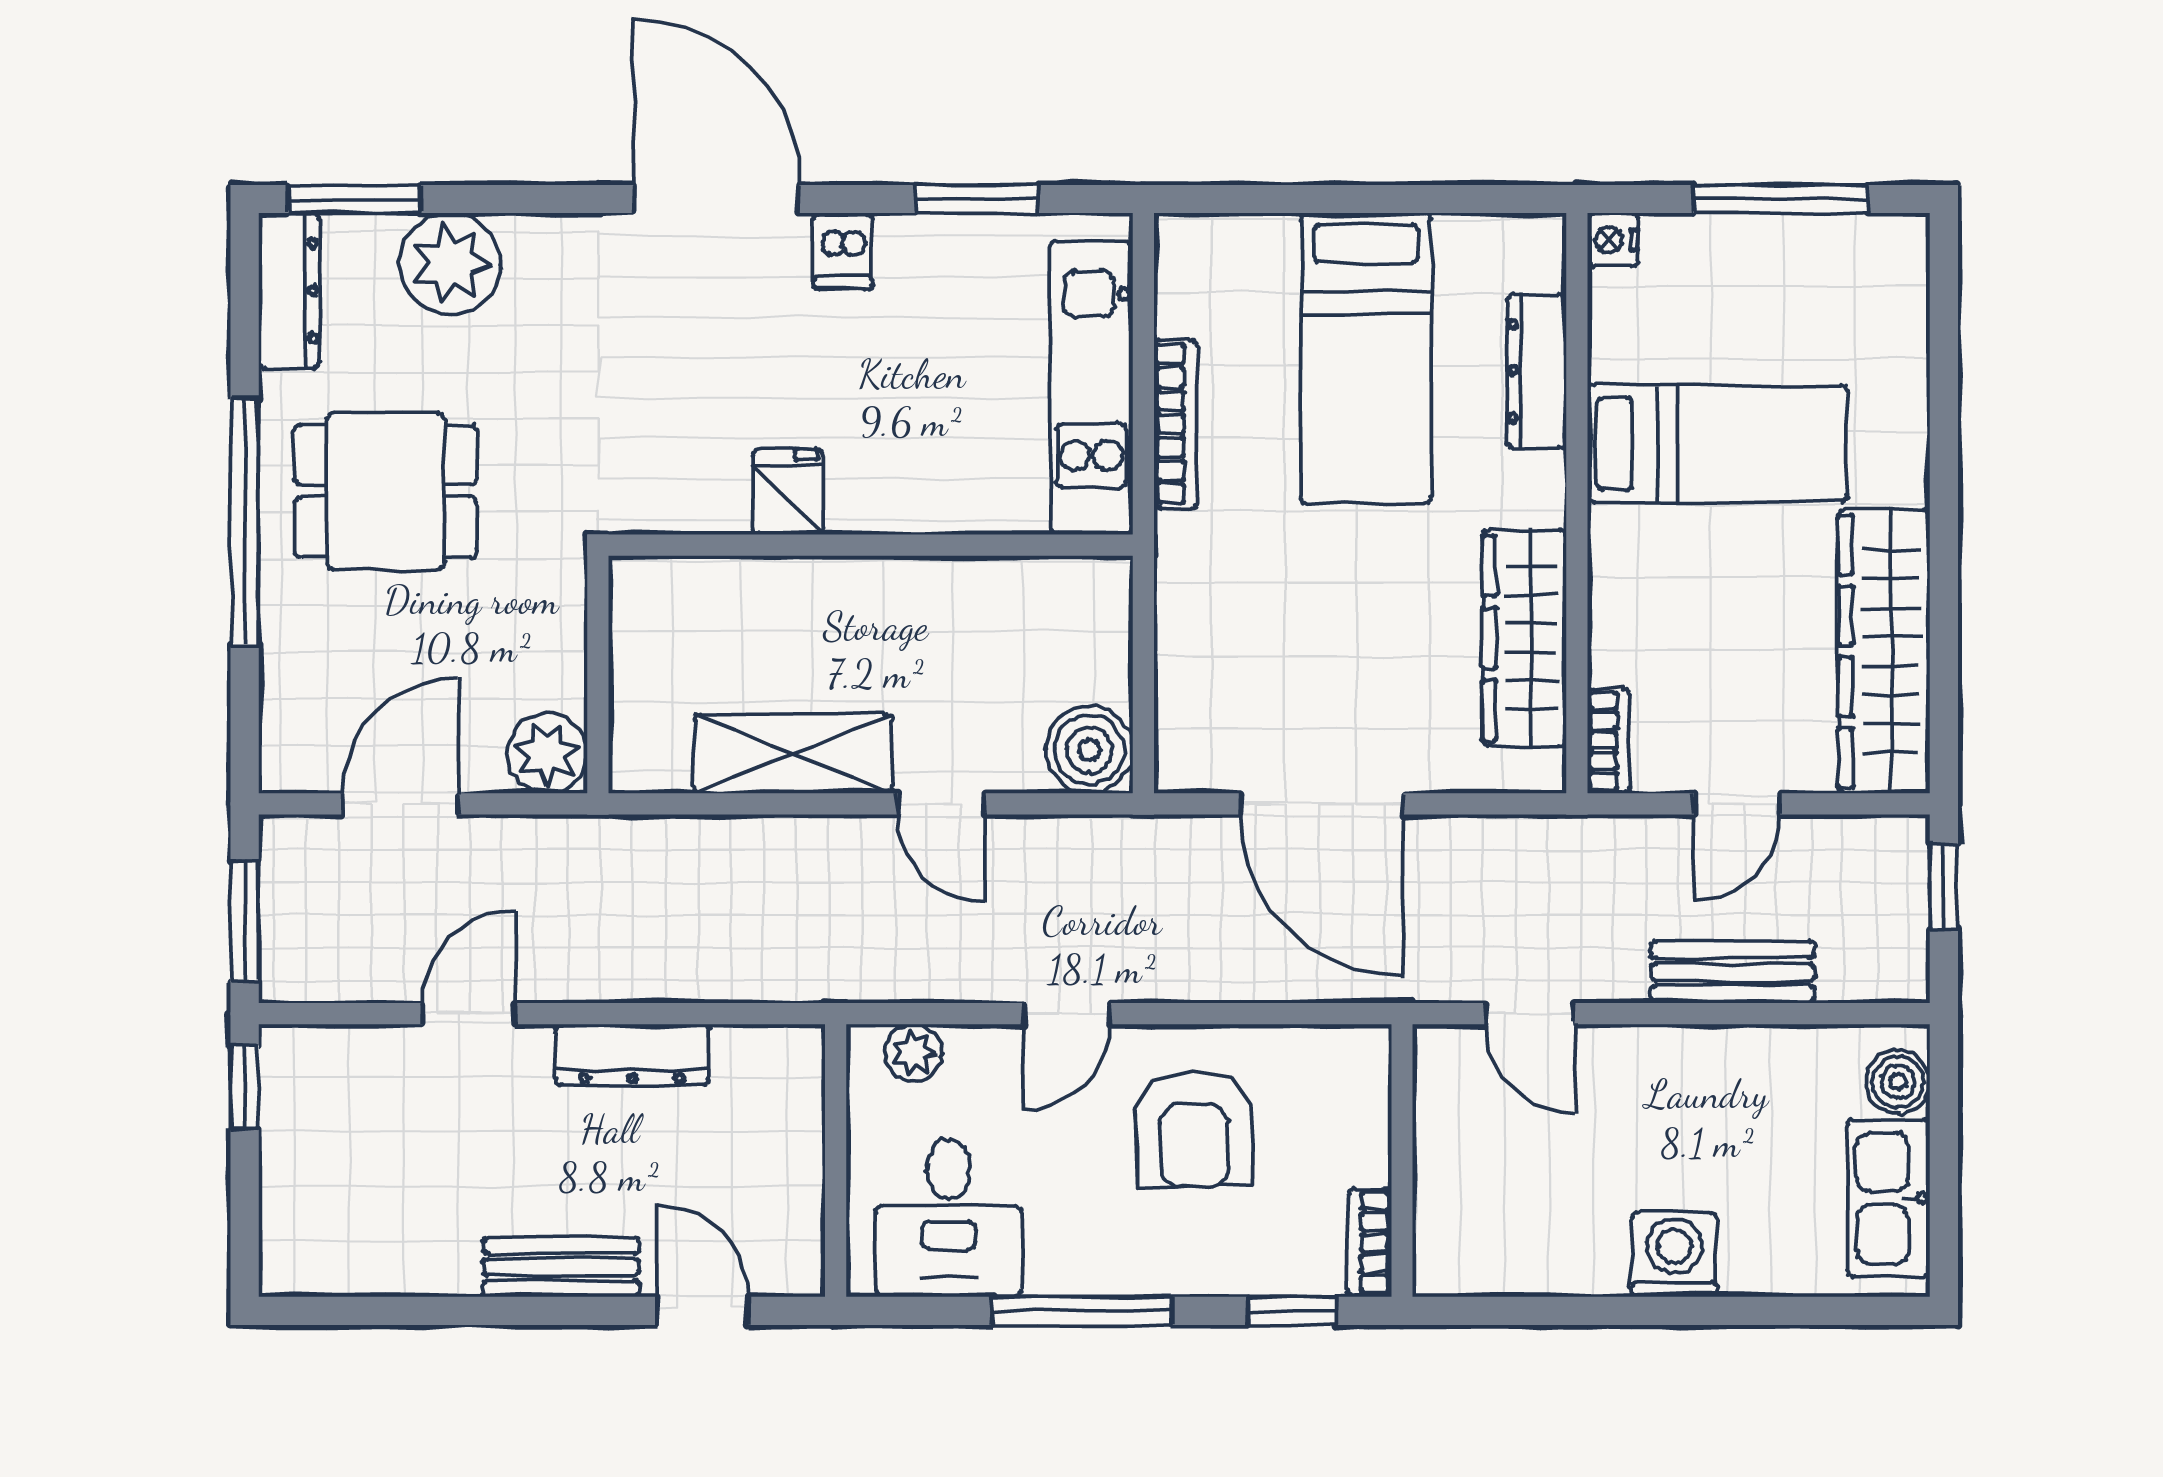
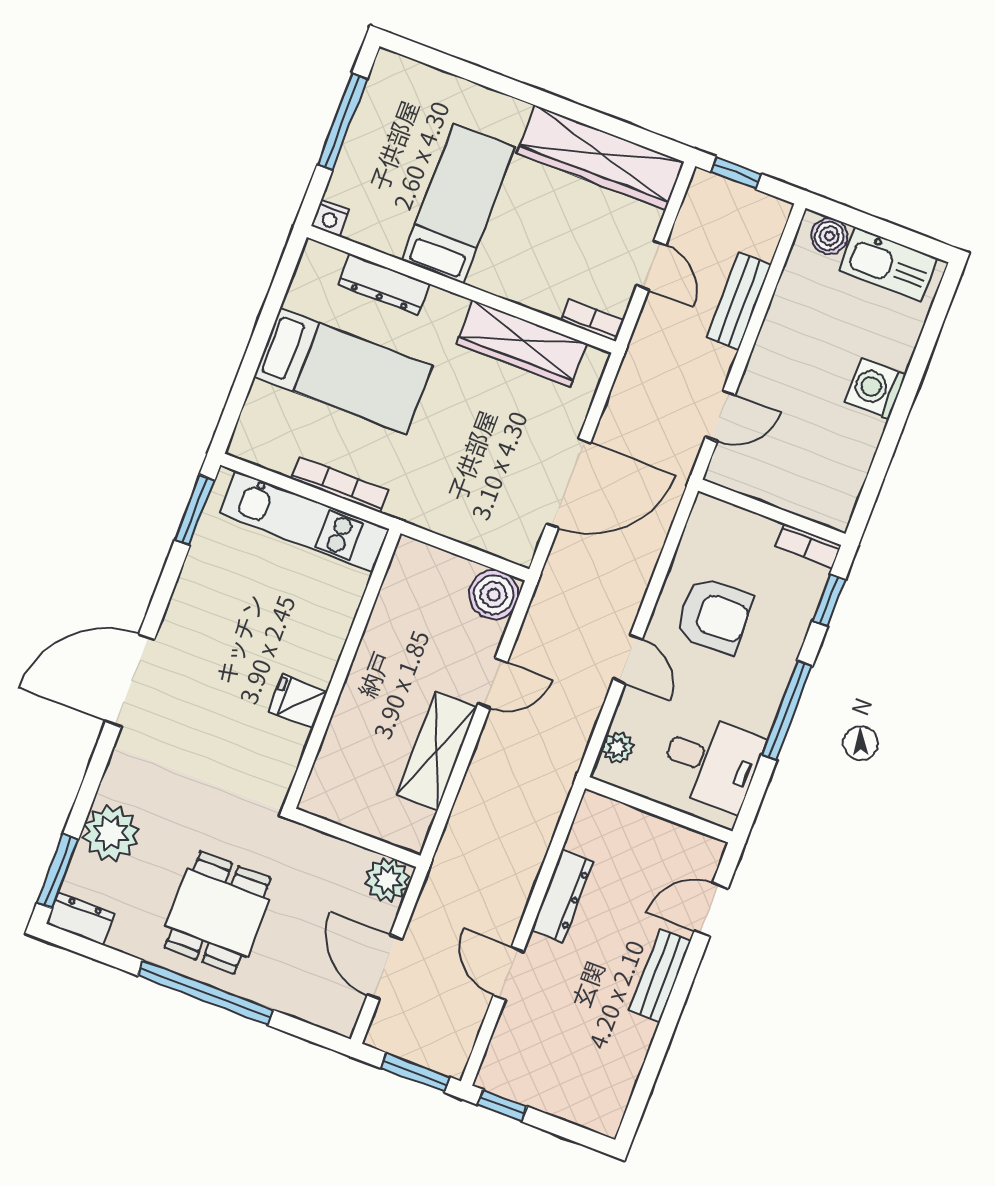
window: (977, 199) -> (195, 510), moved
dishwasher: (843, 251) -> (182, 624), removed
dresser: (289, 291) -> (80, 919), width x0.70

